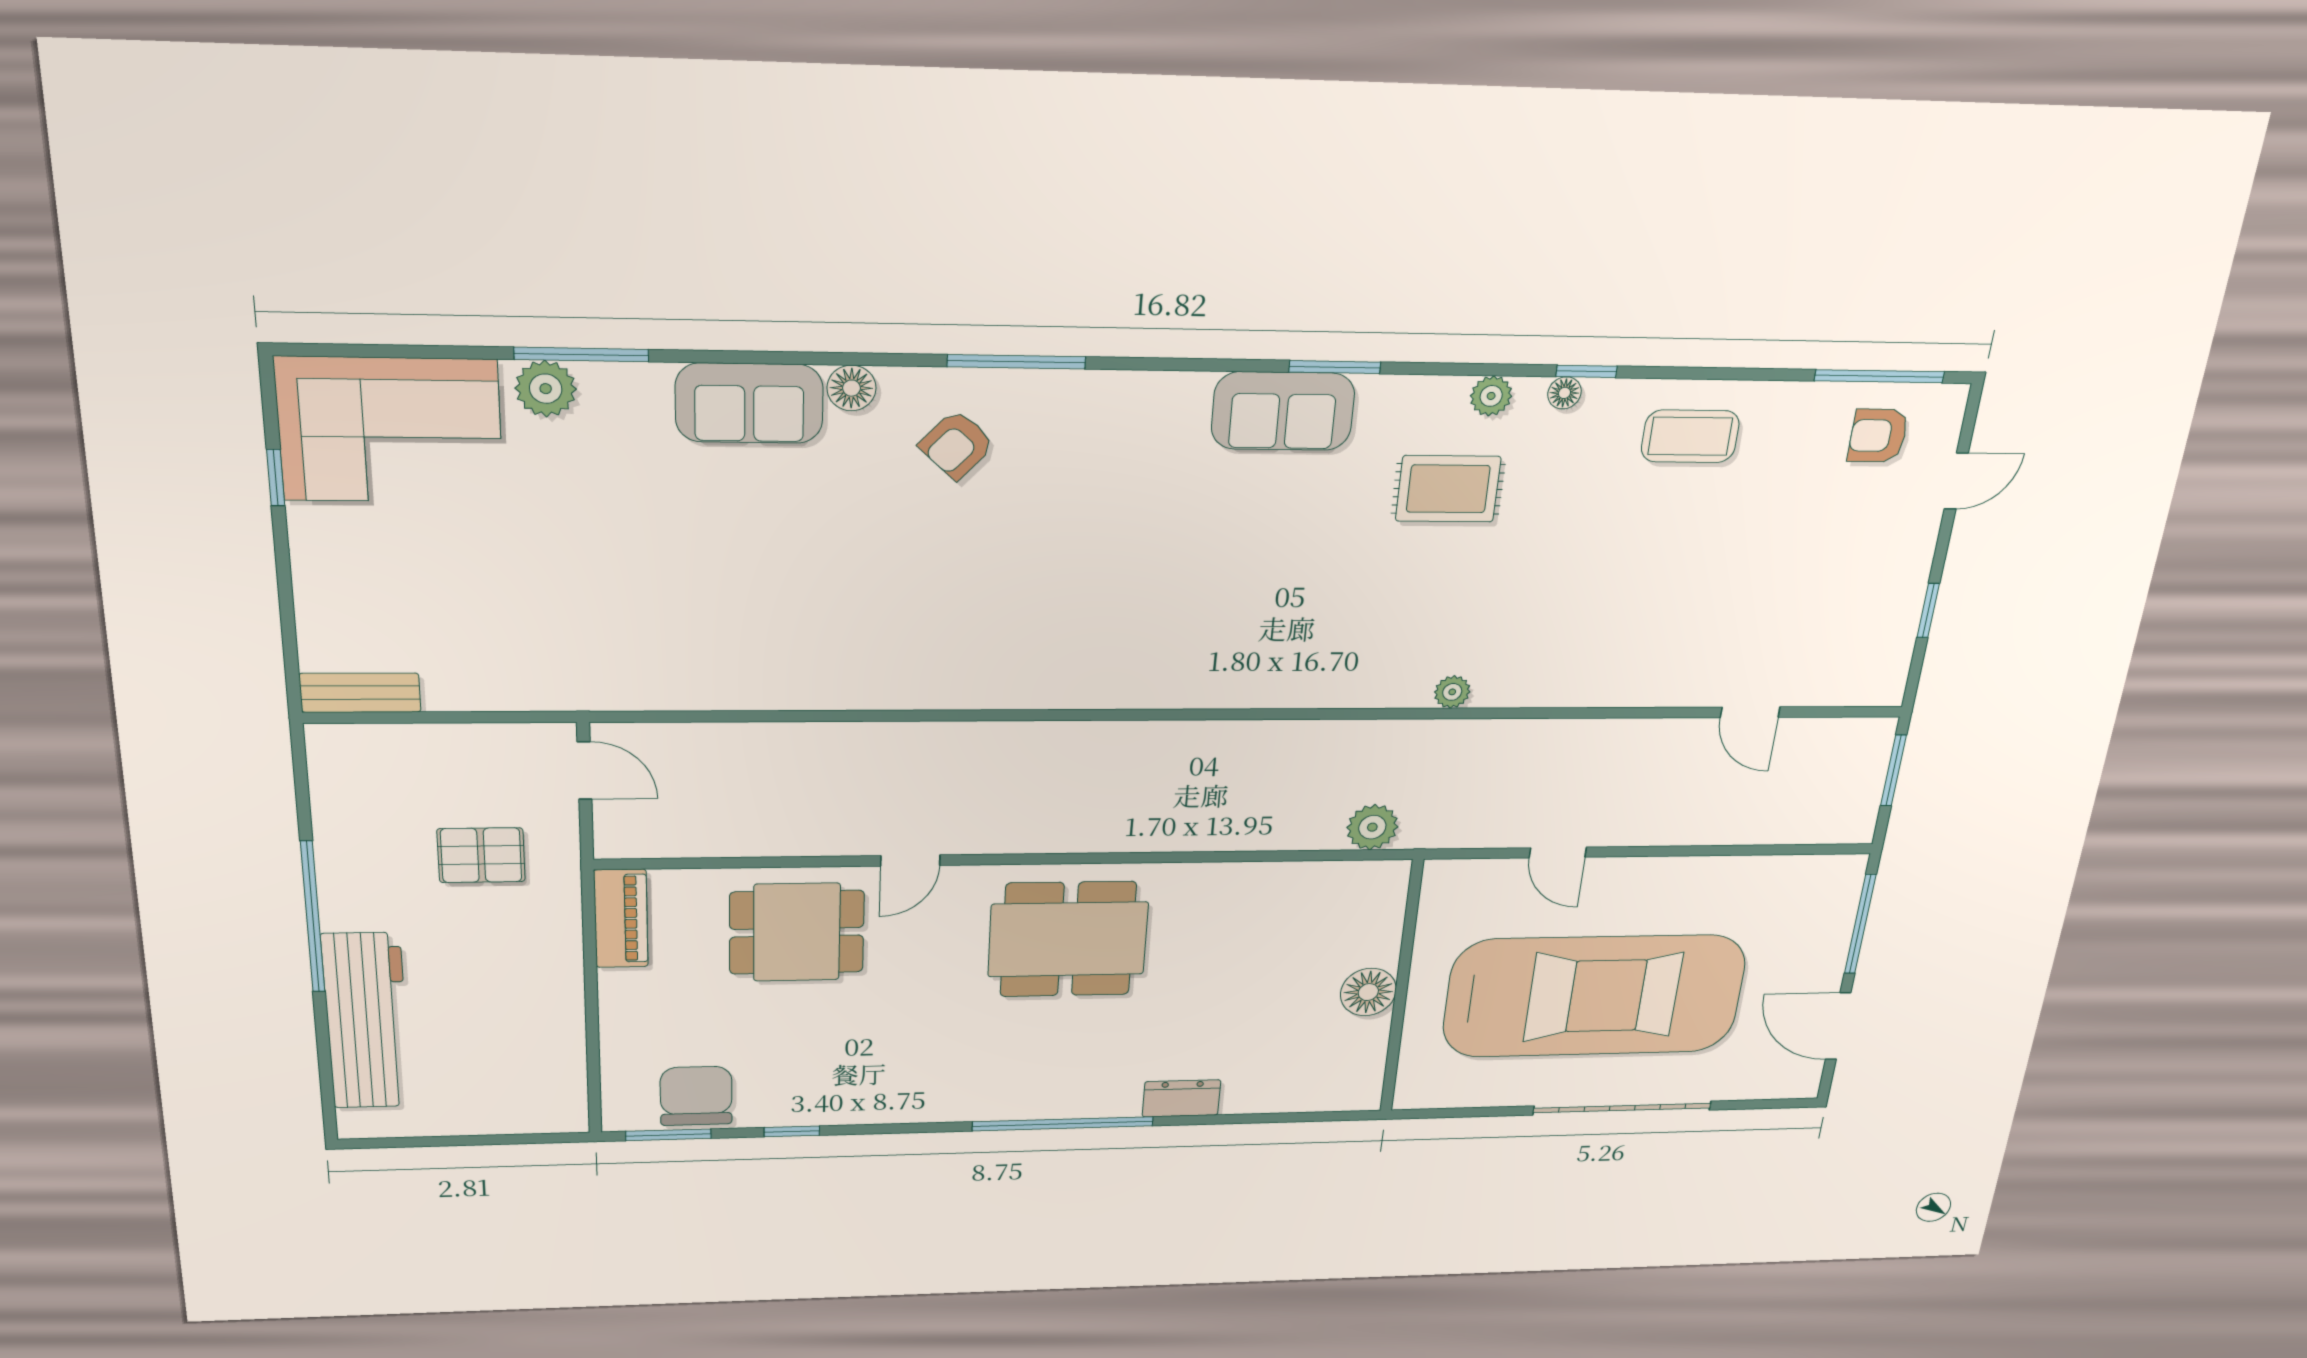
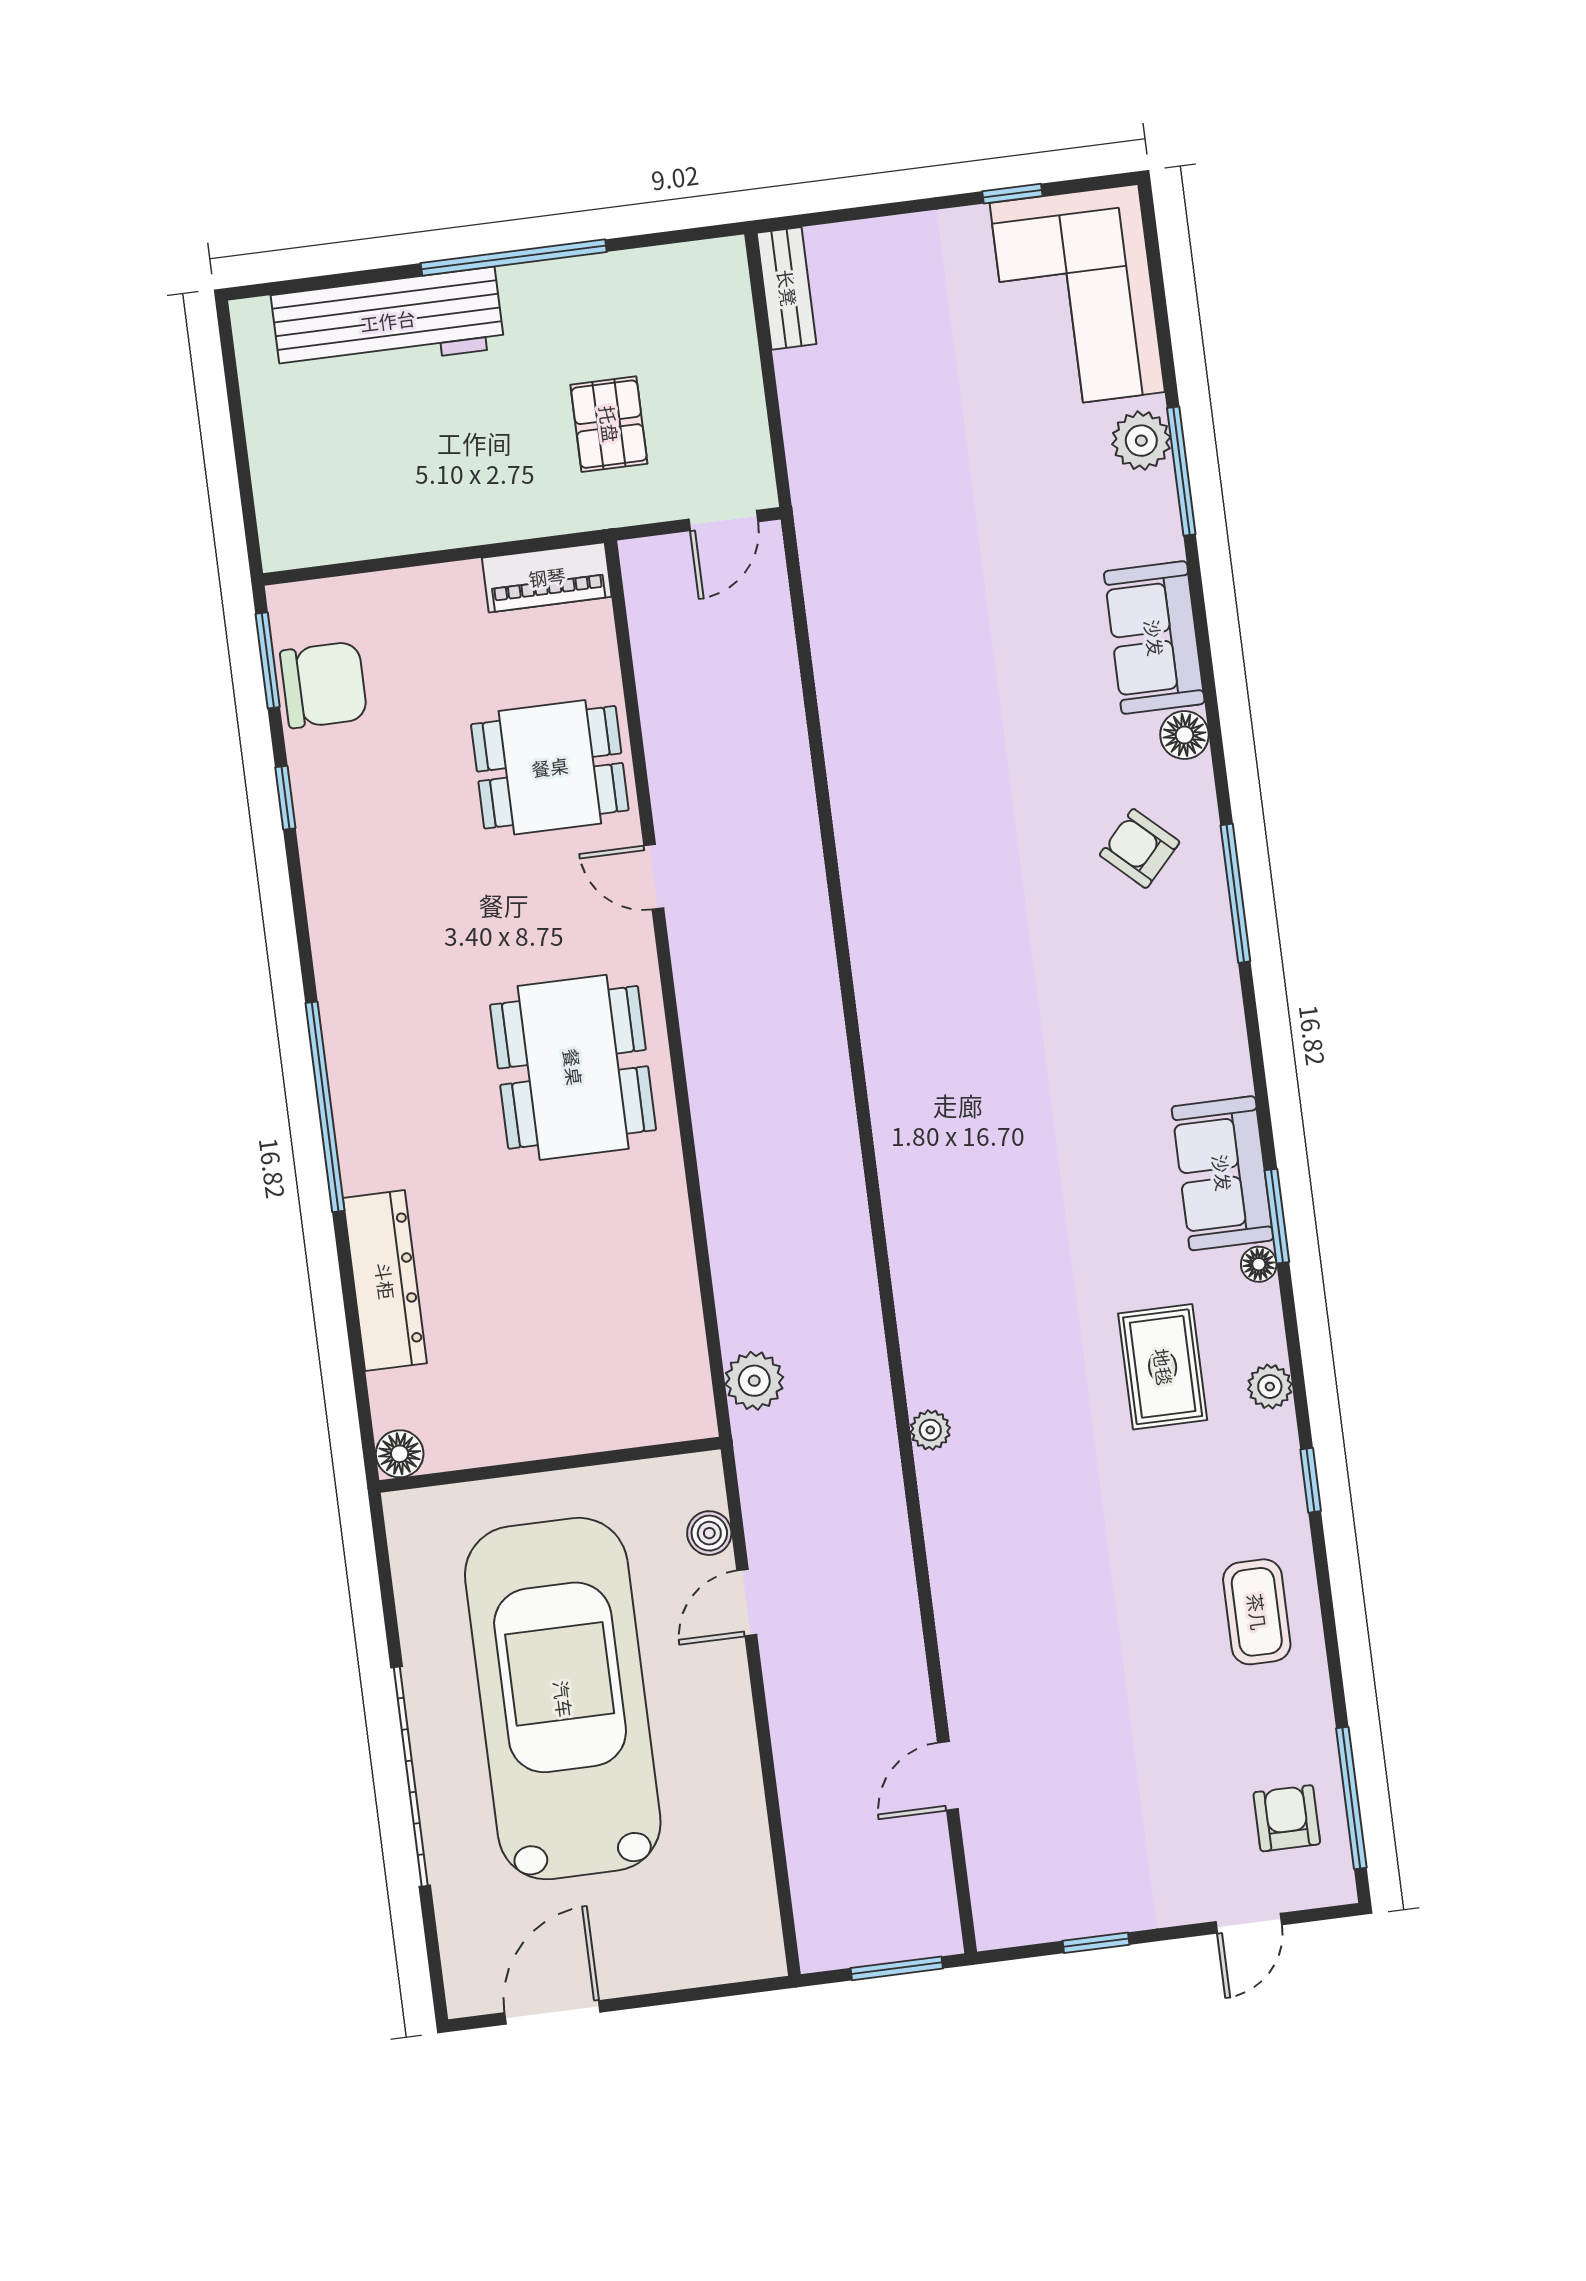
floor lamp: (1564, 393) -> (1259, 1264), moved
door: (1956, 481) -> (1249, 1923), hinge flipped
boiler: (1492, 875) -> (709, 1533), added
window: (1860, 924) -> (694, 1994), removed
dining table: (797, 932) -> (550, 767), turned 90
floor lamp: (1368, 992) -> (400, 1454), moved, width x0.73, depth x0.73
car: (1595, 996) -> (563, 1699), turned 180
dresser: (1181, 1098) -> (385, 1281), width x1.96, depth x1.24

